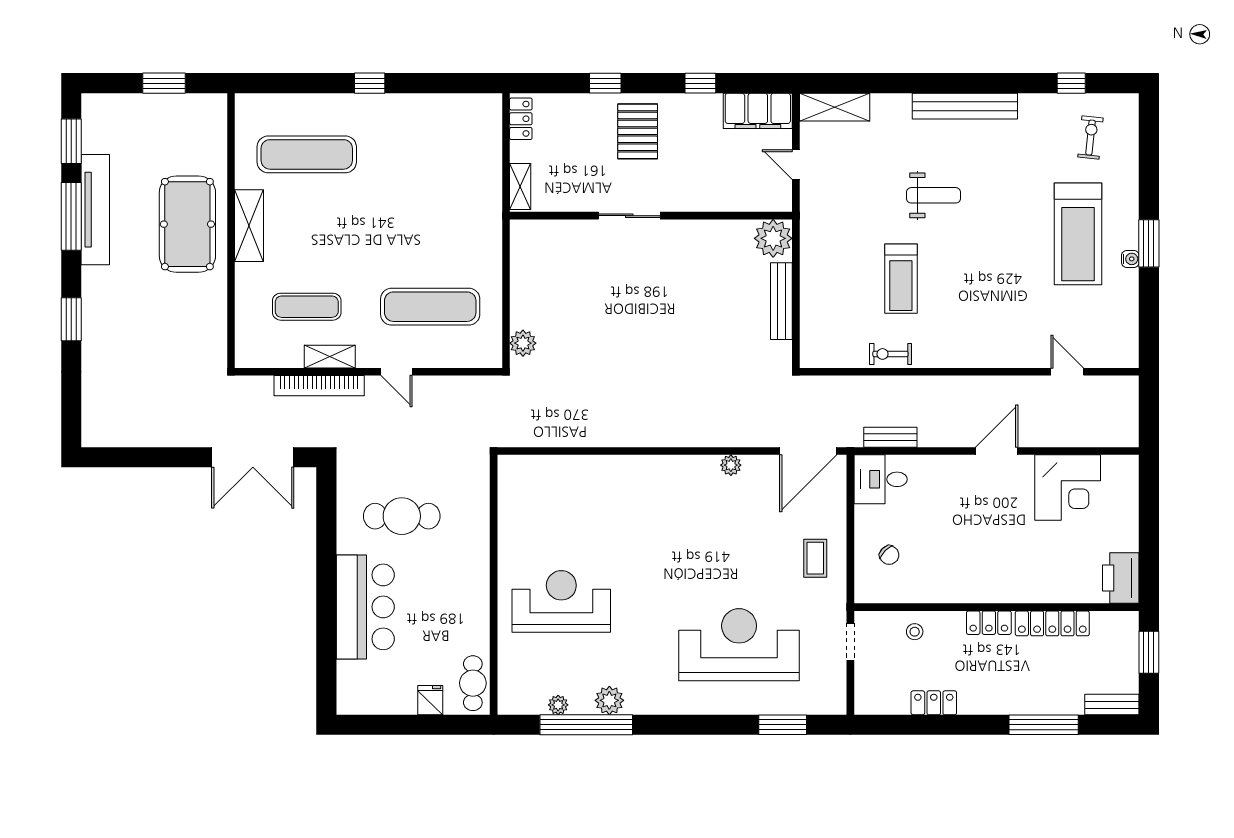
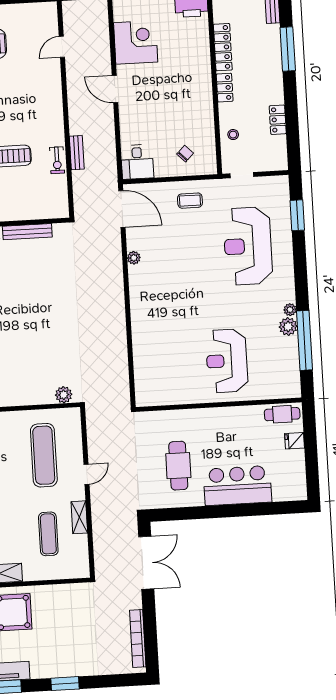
bookcase: (319, 386) -> (138, 638), moved, turned 180
bench: (890, 437) -> (77, 153), moved
plant: (558, 705) -> (290, 310), moved

